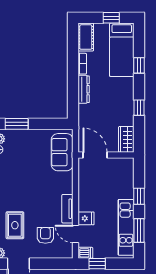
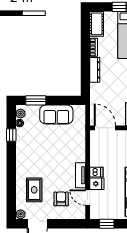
sofa: (62, 152) -> (56, 115), moved, turned -90
dishwasher: (85, 253) -> (96, 172), moved

